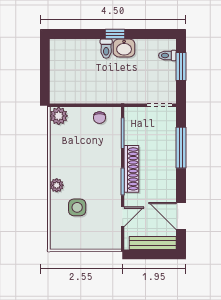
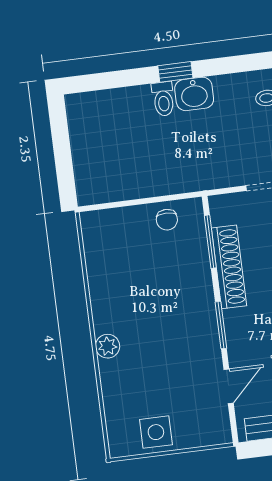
plant: (59, 116) -> (96, 226), removed
shoe rack: (131, 169) -> (229, 267), moved
side table: (77, 207) -> (156, 432), moved

